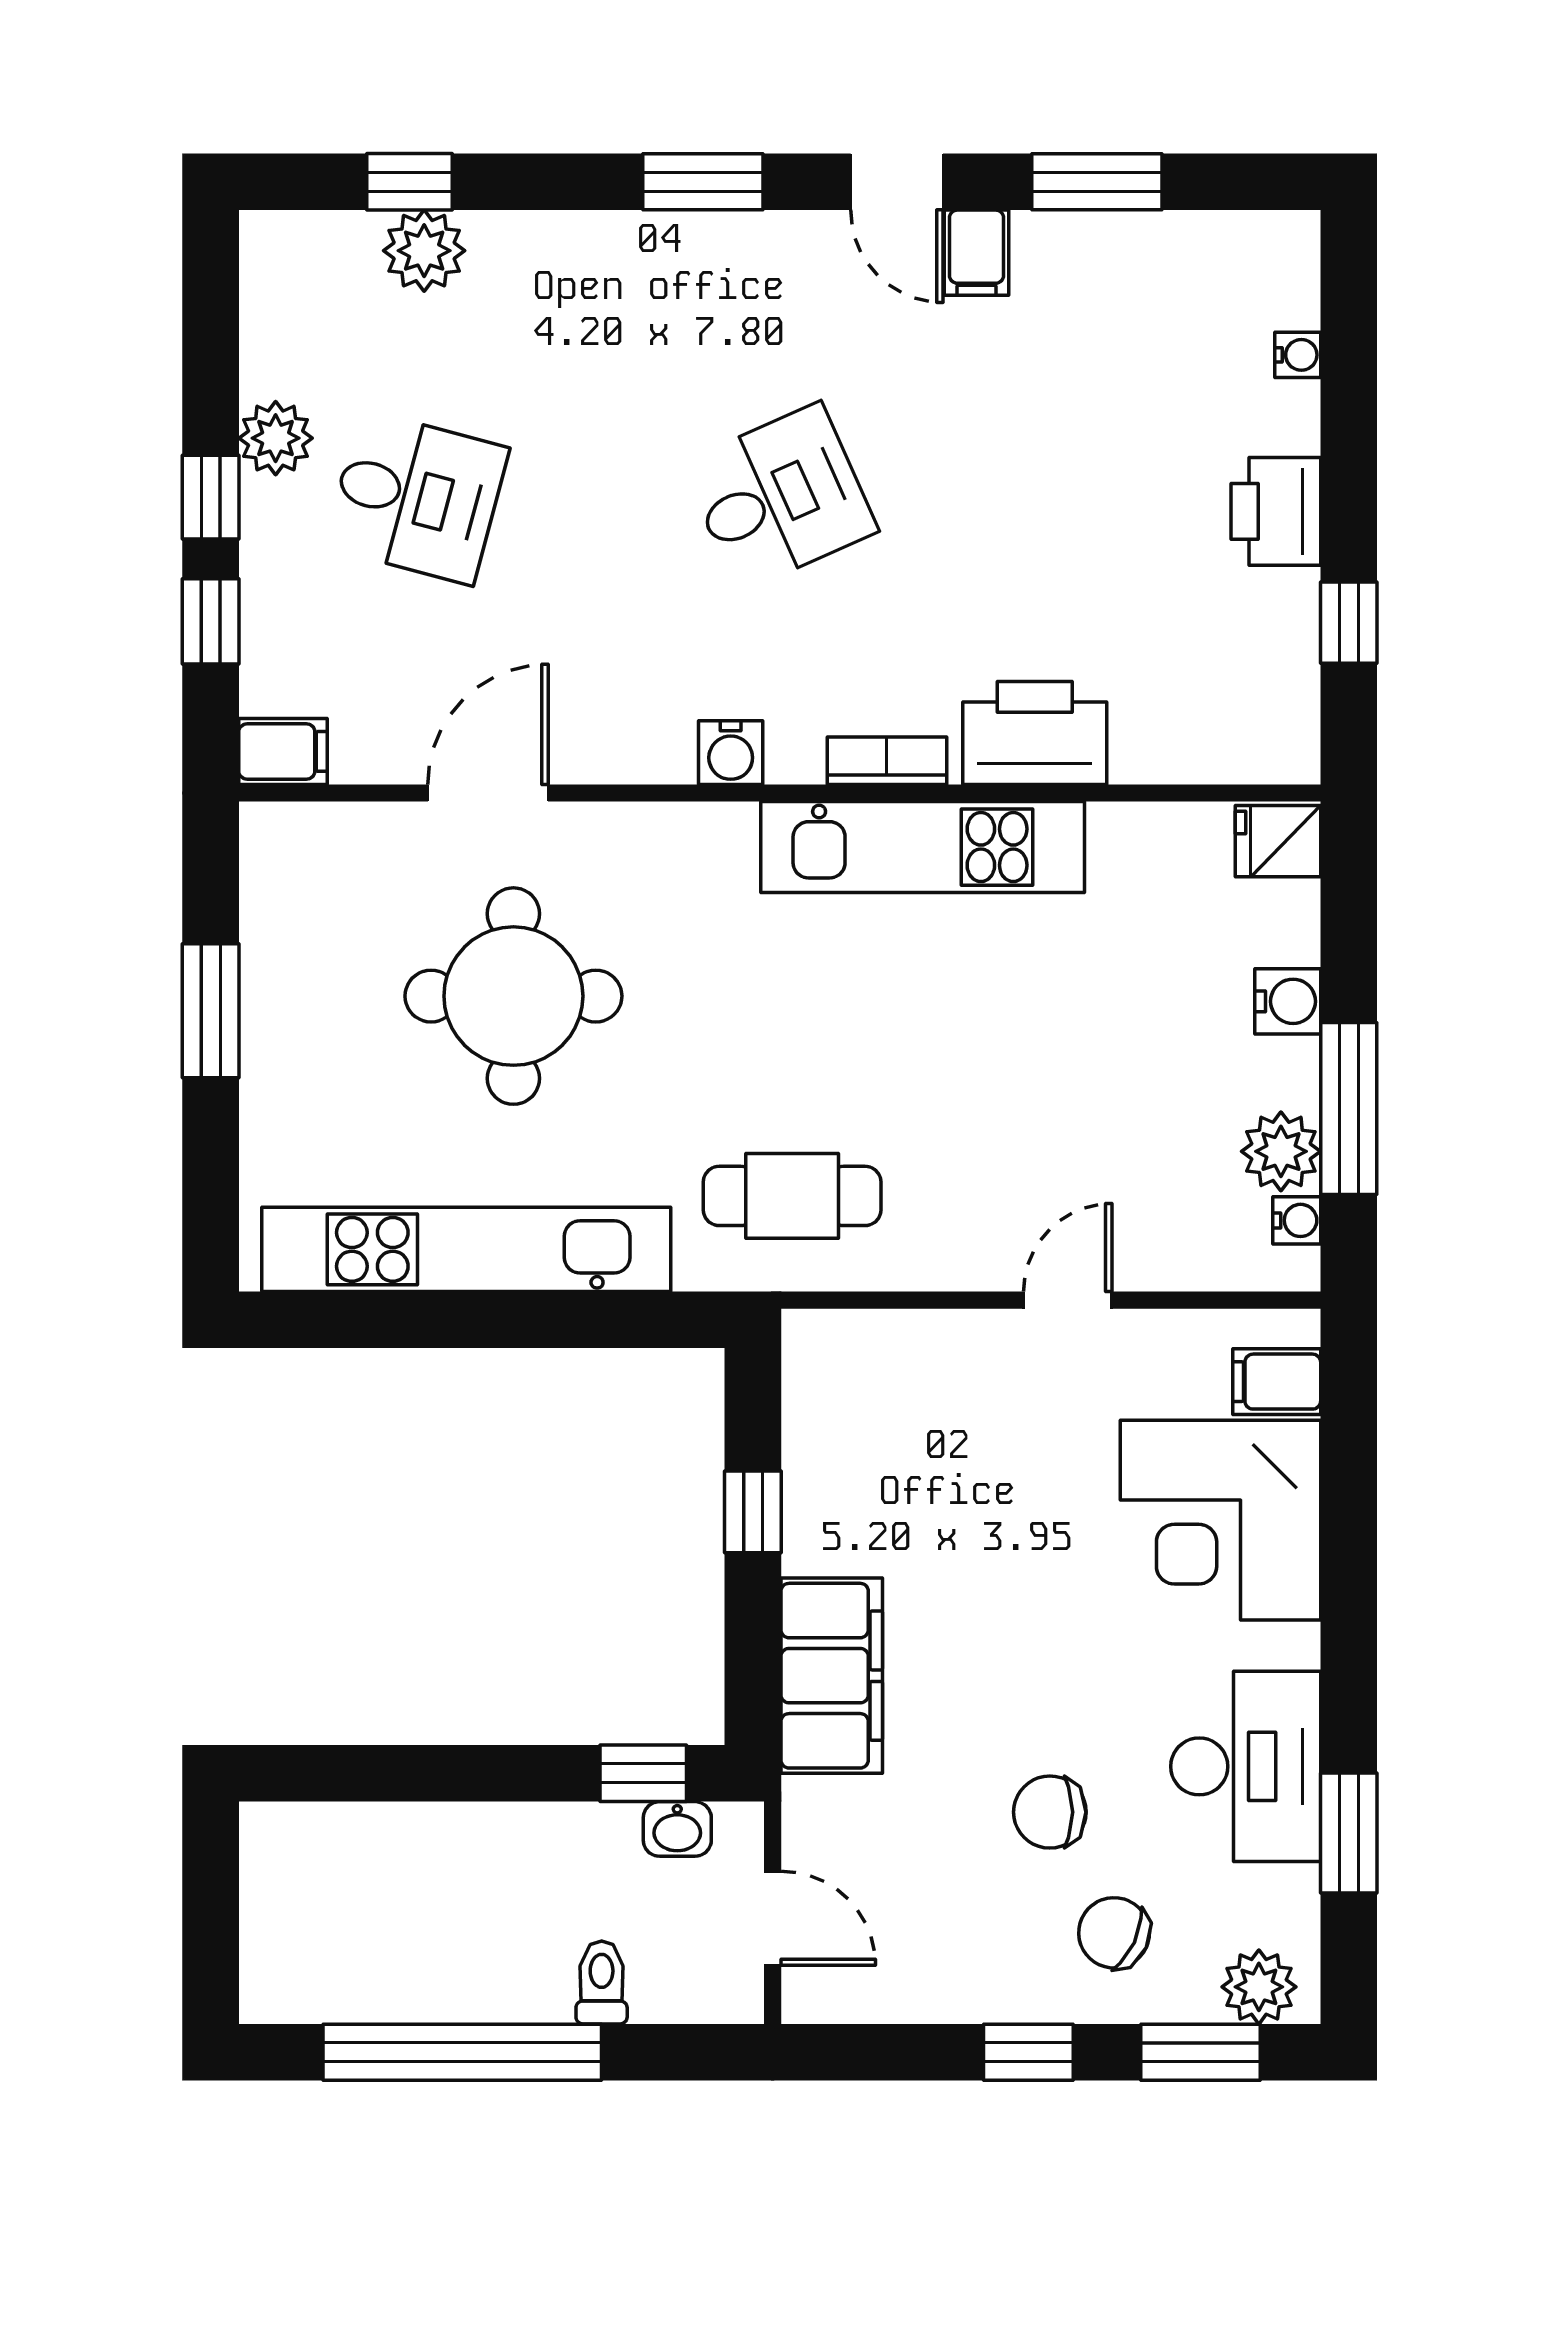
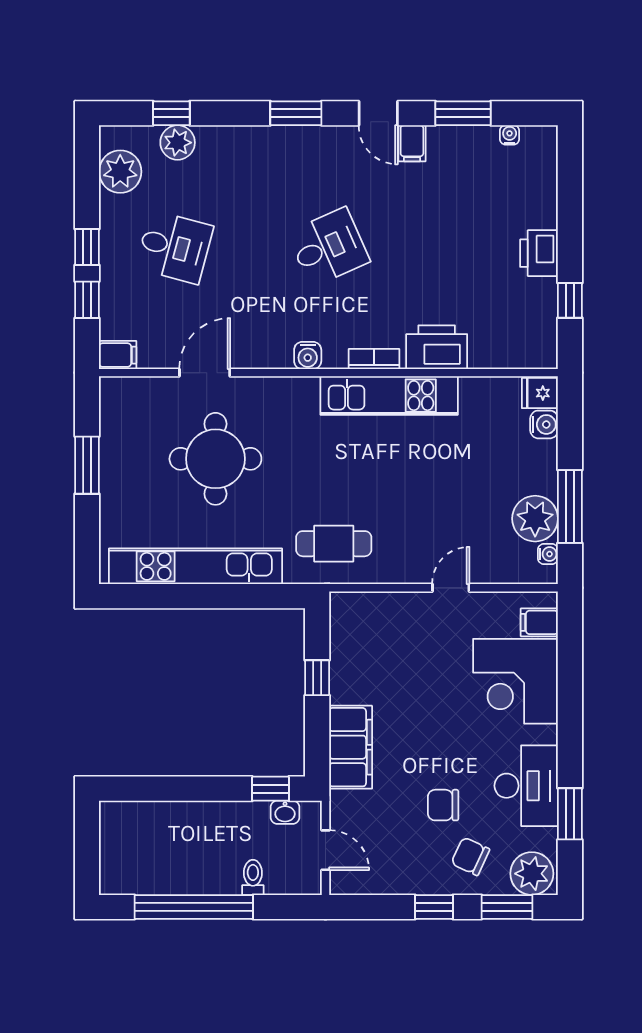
water cooler: (1298, 355) -> (510, 135), moved, turned -90
plant: (276, 438) -> (120, 172), moved, width x1.36, depth x1.36
water cooler: (1288, 1001) -> (544, 424), moved
plant: (1281, 1151) -> (535, 519), width x1.36, depth x1.36
plant: (1259, 1987) -> (532, 874), width x1.36, depth x1.36

